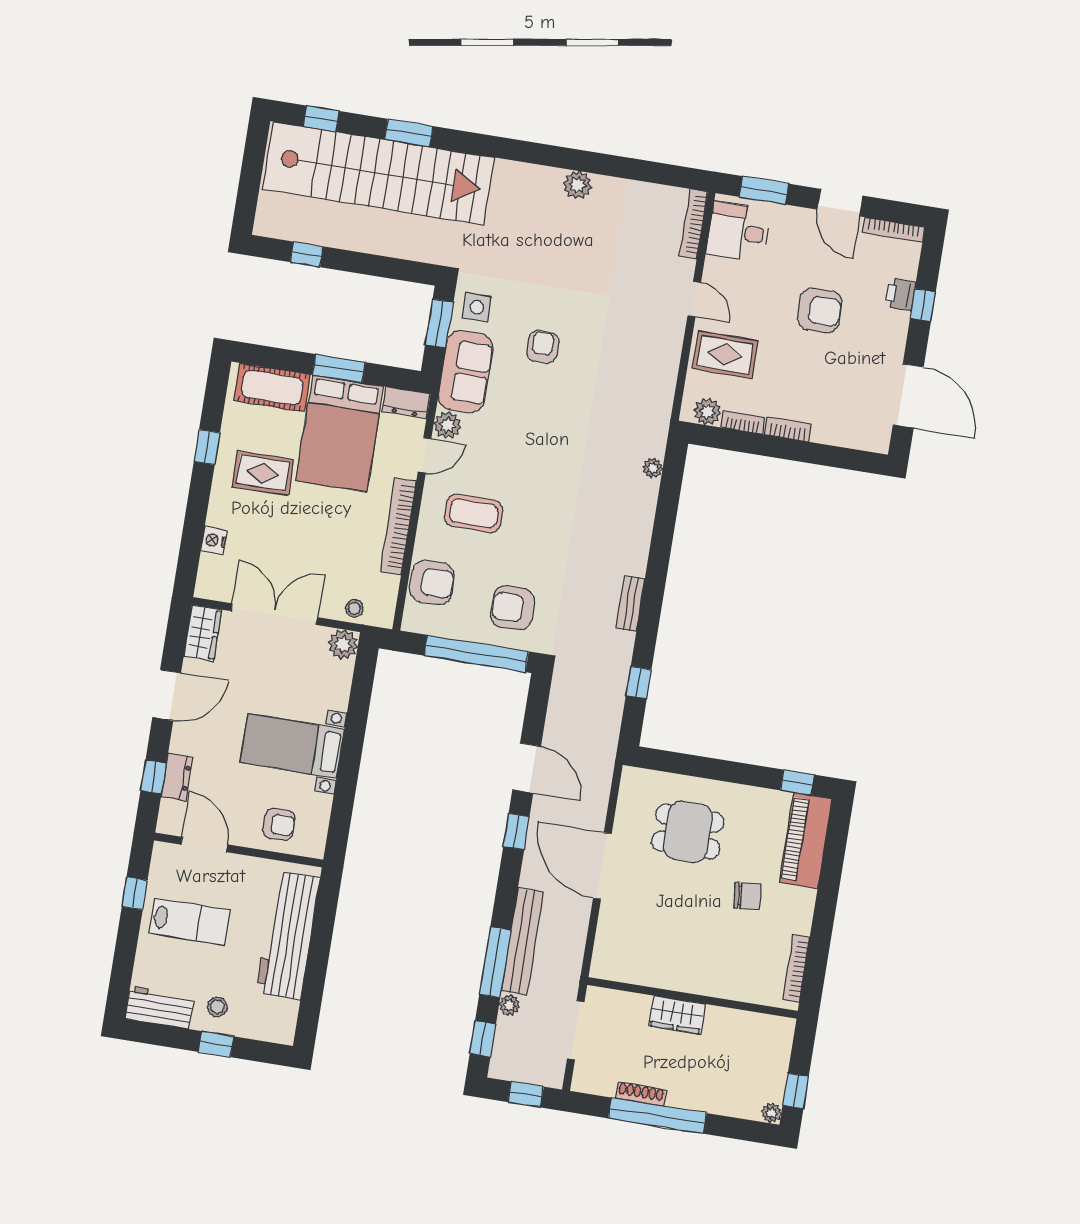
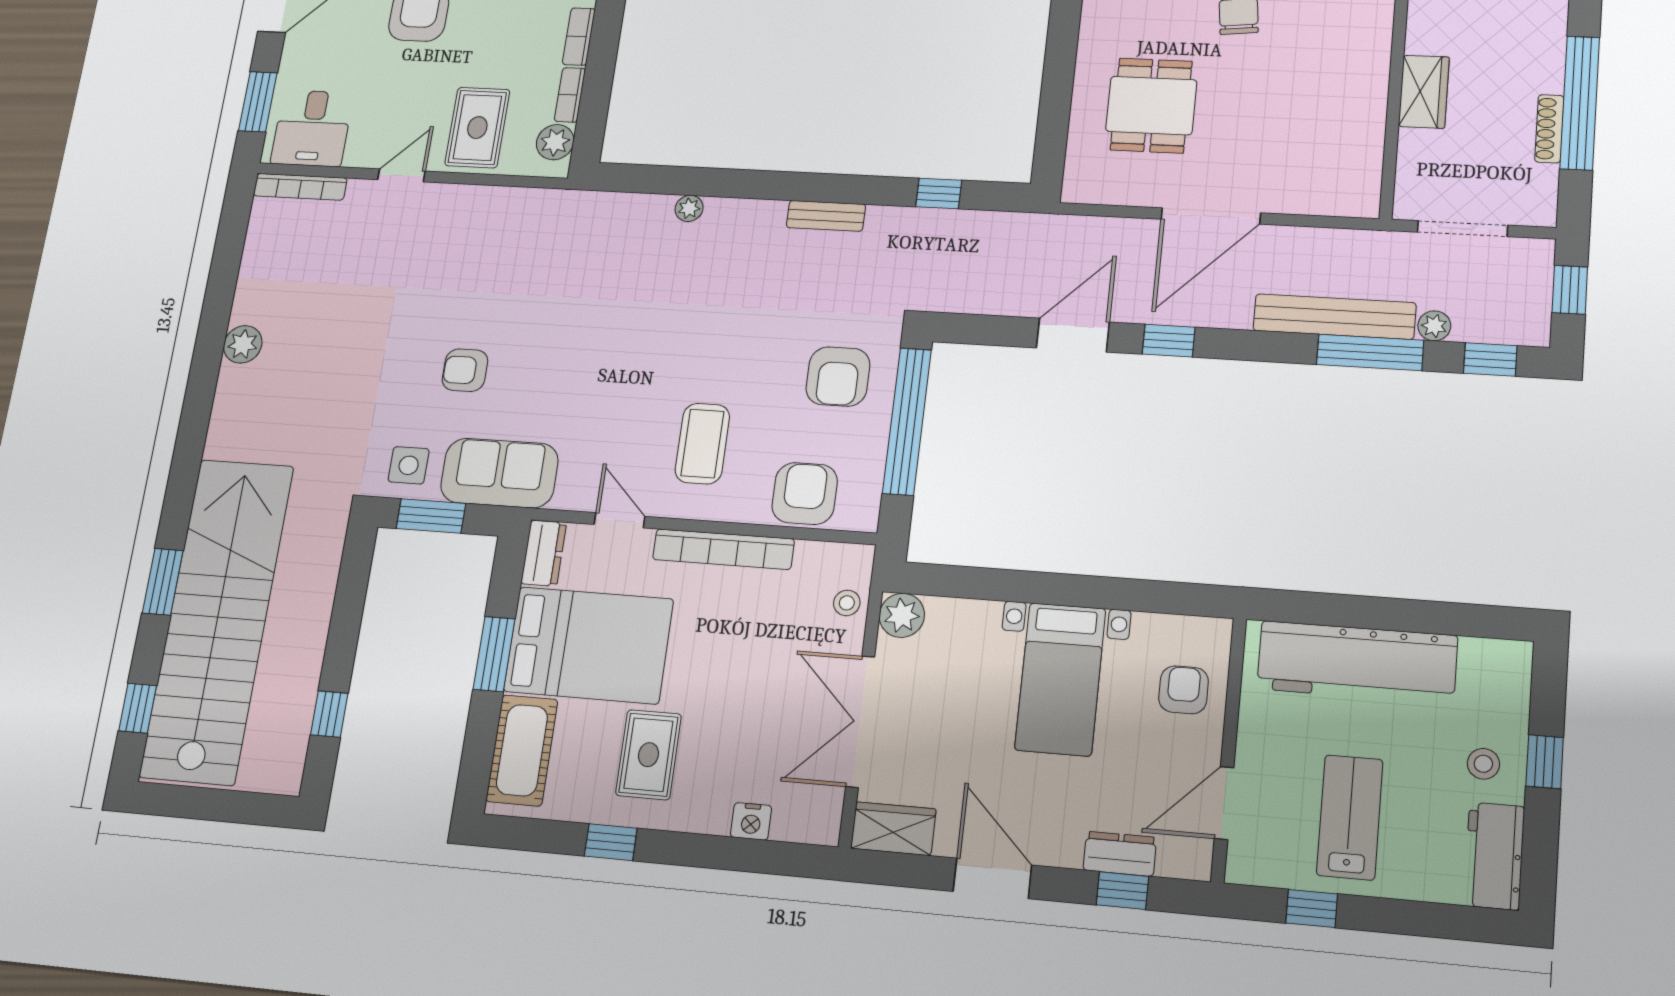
plant: (447, 425) -> (576, 492), removed
plant: (653, 468) -> (689, 208), moved

